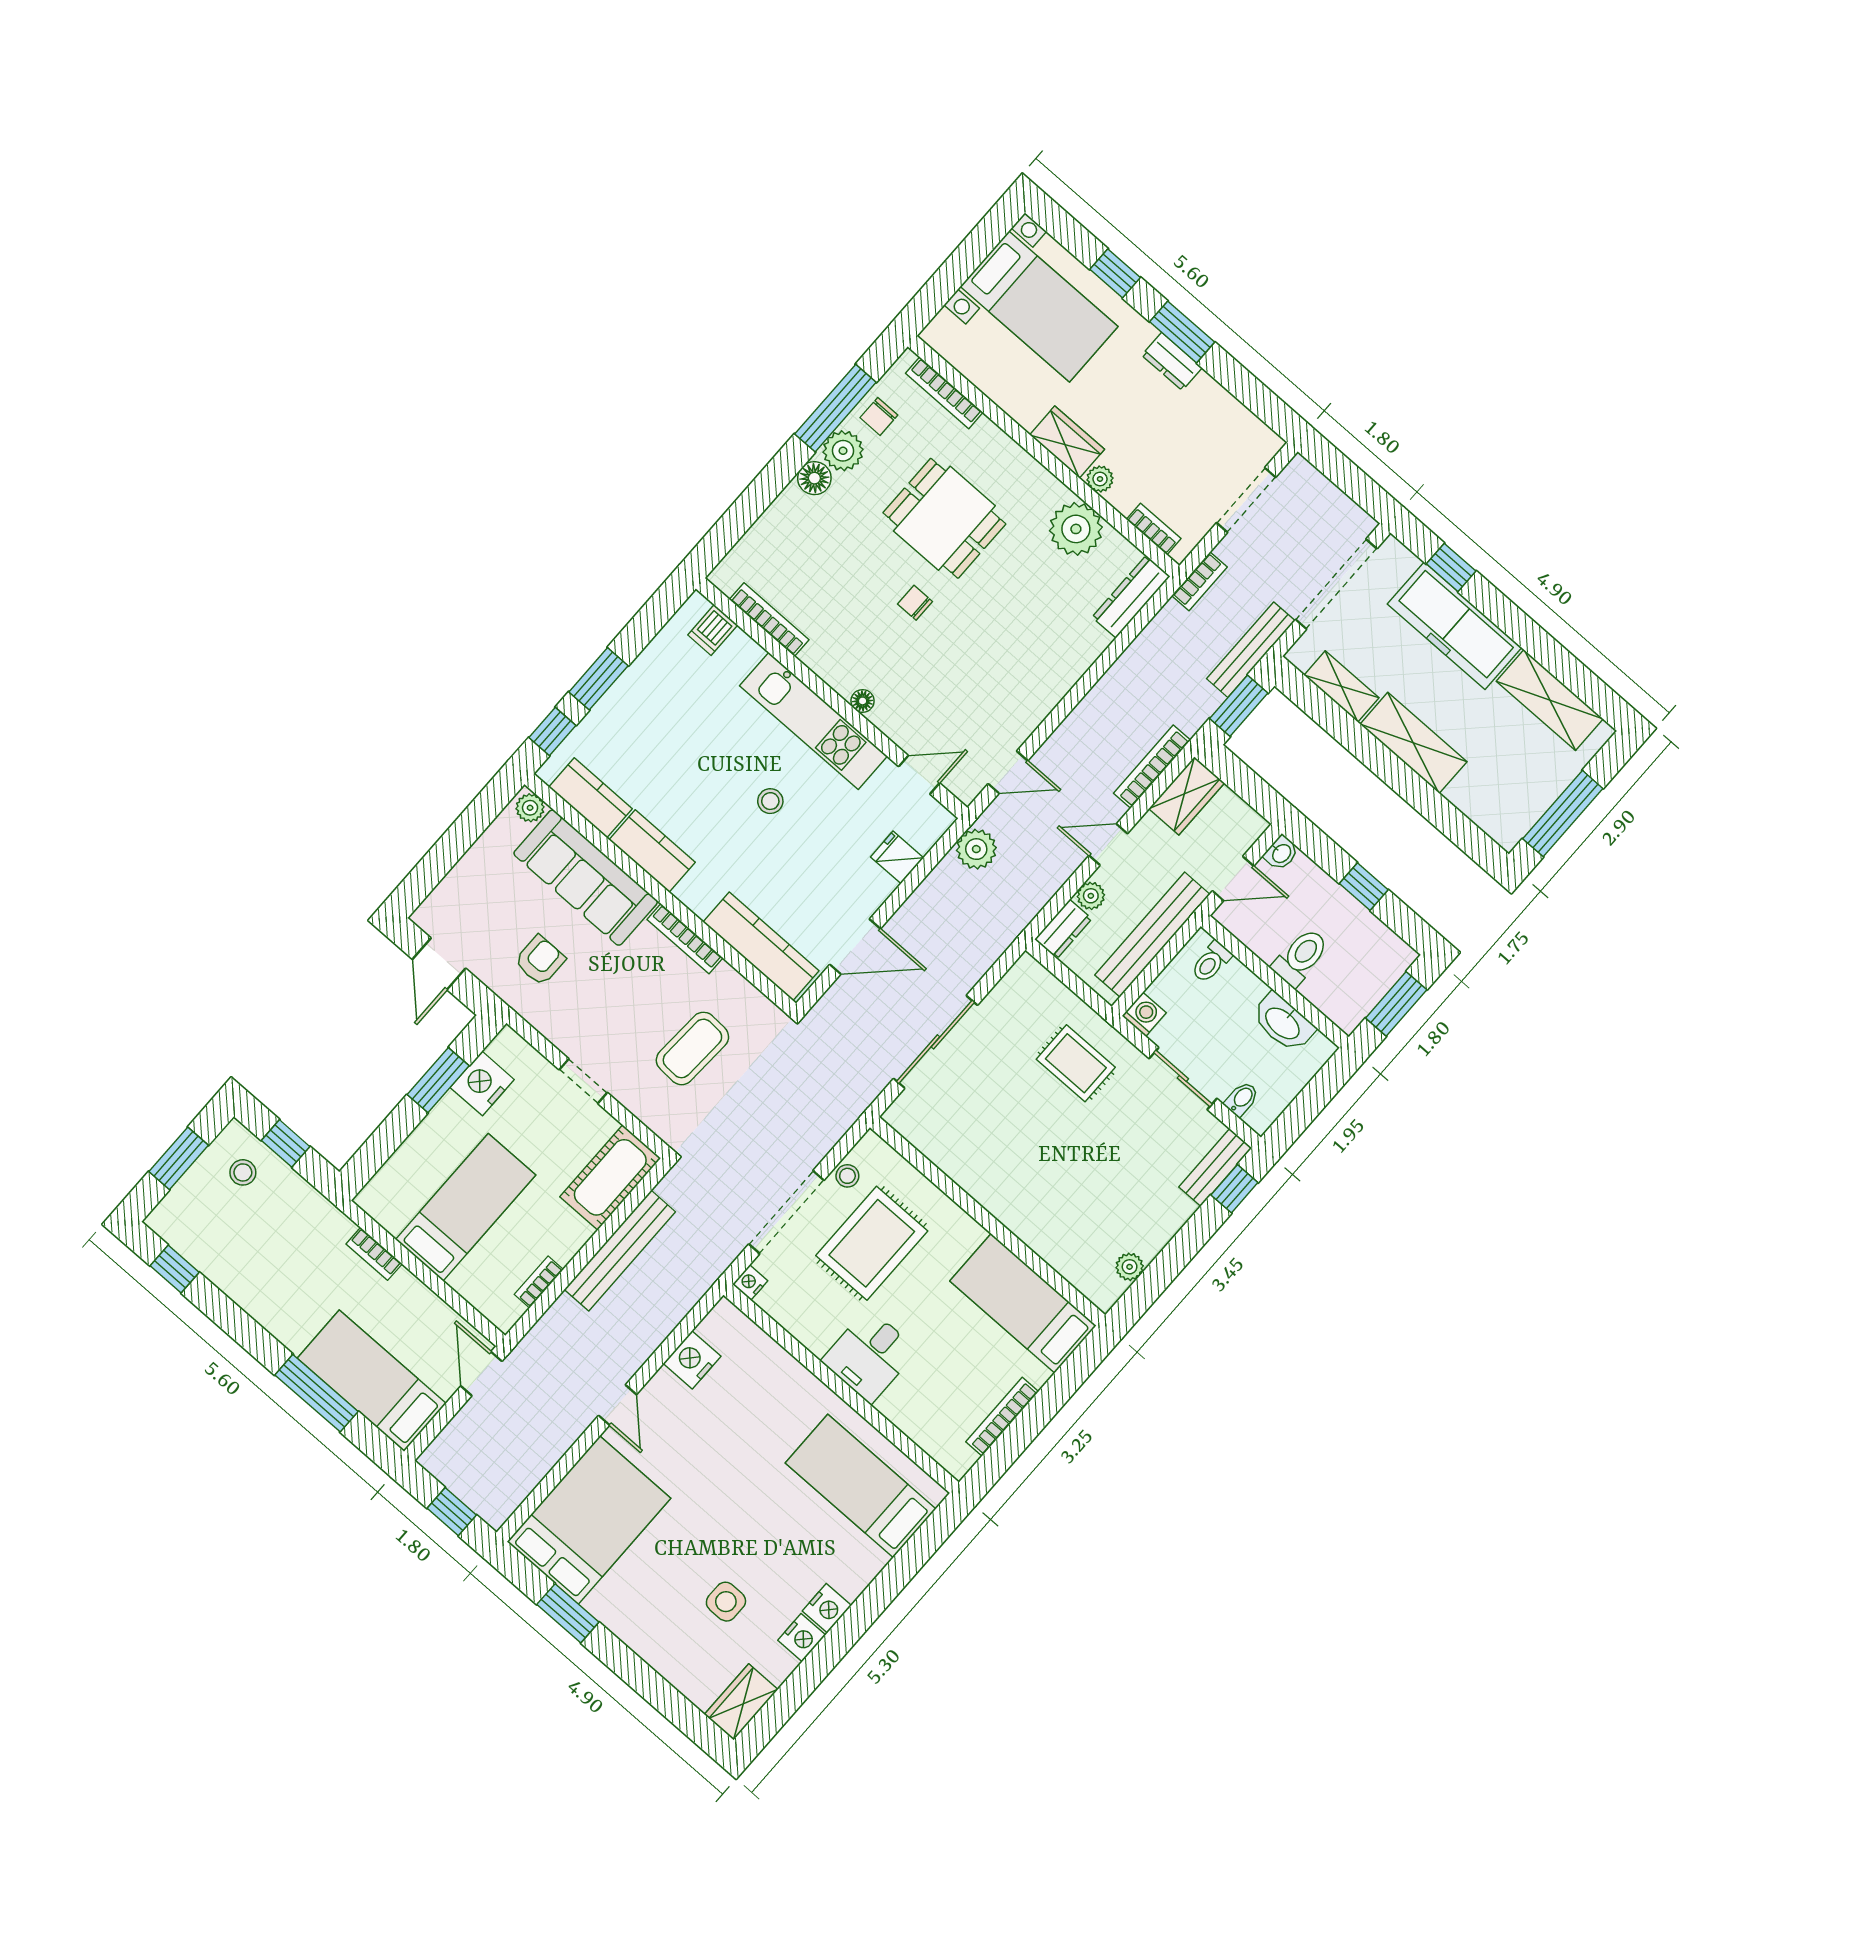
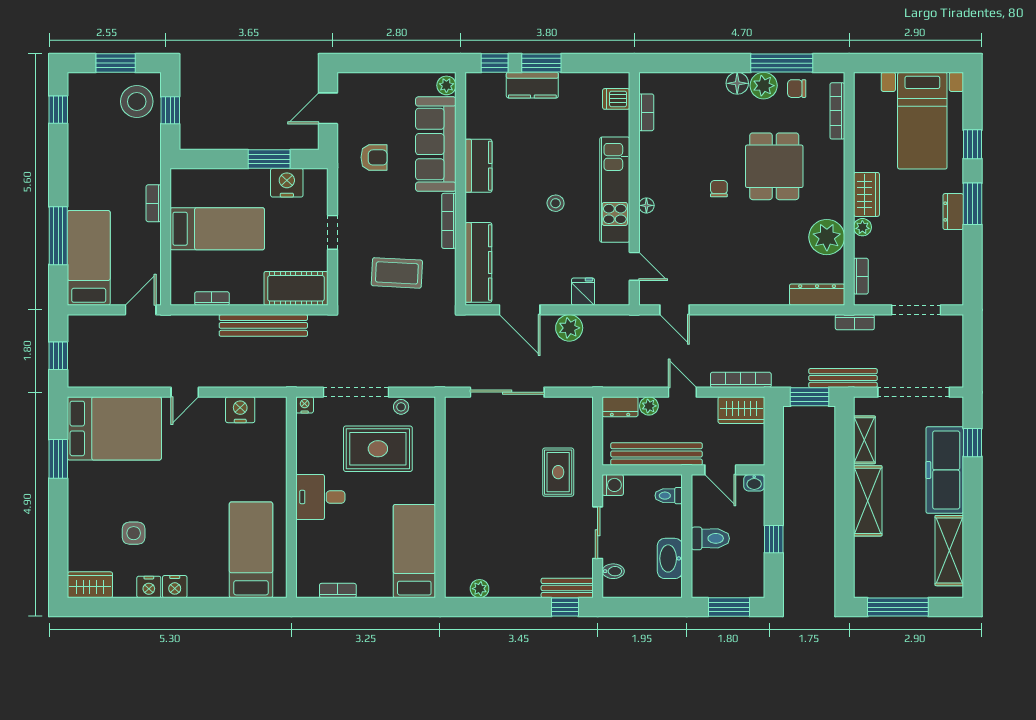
bookcase: (769, 620) -> (646, 112), width x0.64
kitchen counter: (590, 798) -> (532, 85), moved, turned 90
plant: (976, 849) -> (569, 328), moved
stool: (243, 1172) -> (137, 102), width x1.89, depth x1.89
bookcase: (1002, 1417) -> (338, 591), width x0.64

